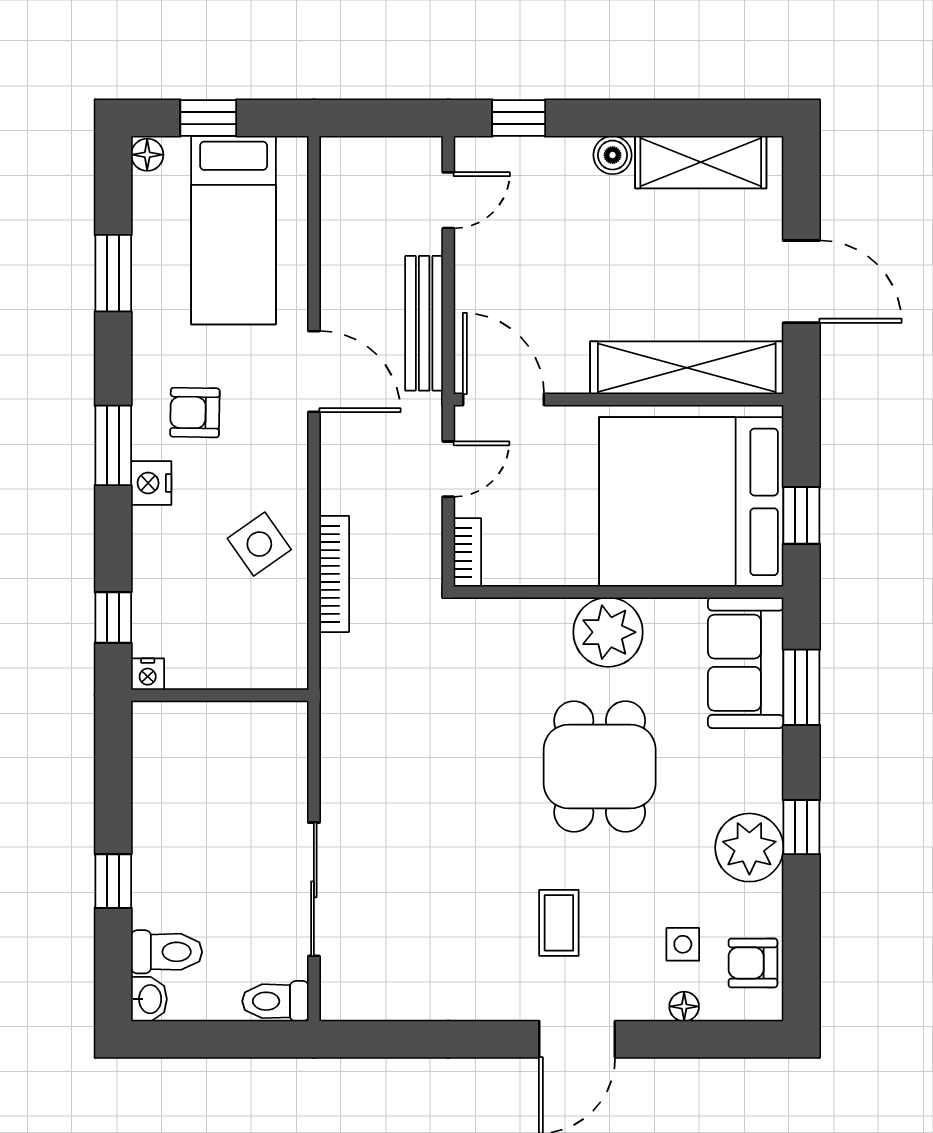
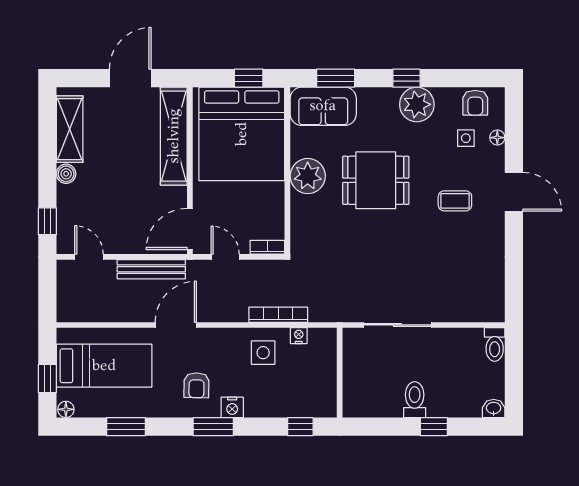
side table: (259, 544) -> (263, 353), turned 35
nightstand: (148, 674) -> (299, 336), moved, turned -90
sliding door: (314, 889) -> (397, 325), moved
toilet: (167, 952) -> (415, 400), moved

